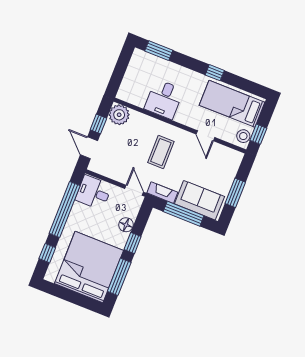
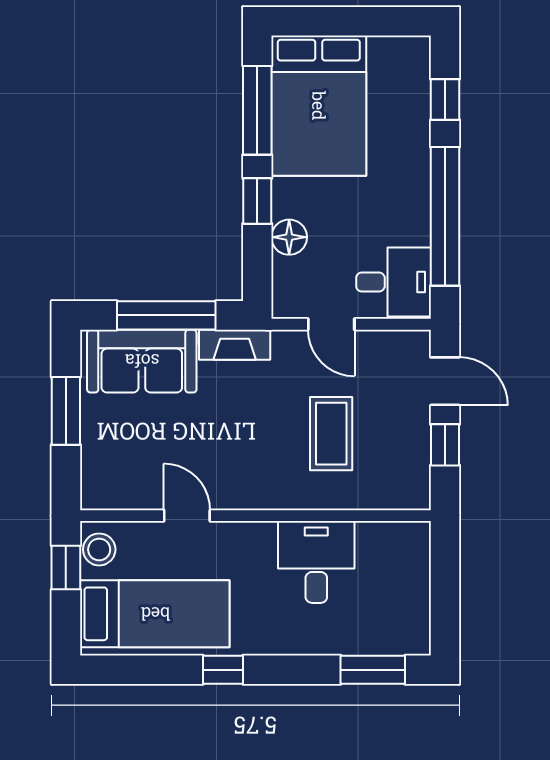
plant: (119, 115) -> (406, 485), removed
coffee table: (161, 152) -> (331, 434), moved
door: (134, 190) -> (331, 324), moved
bed: (89, 267) -> (319, 106), width x0.73

